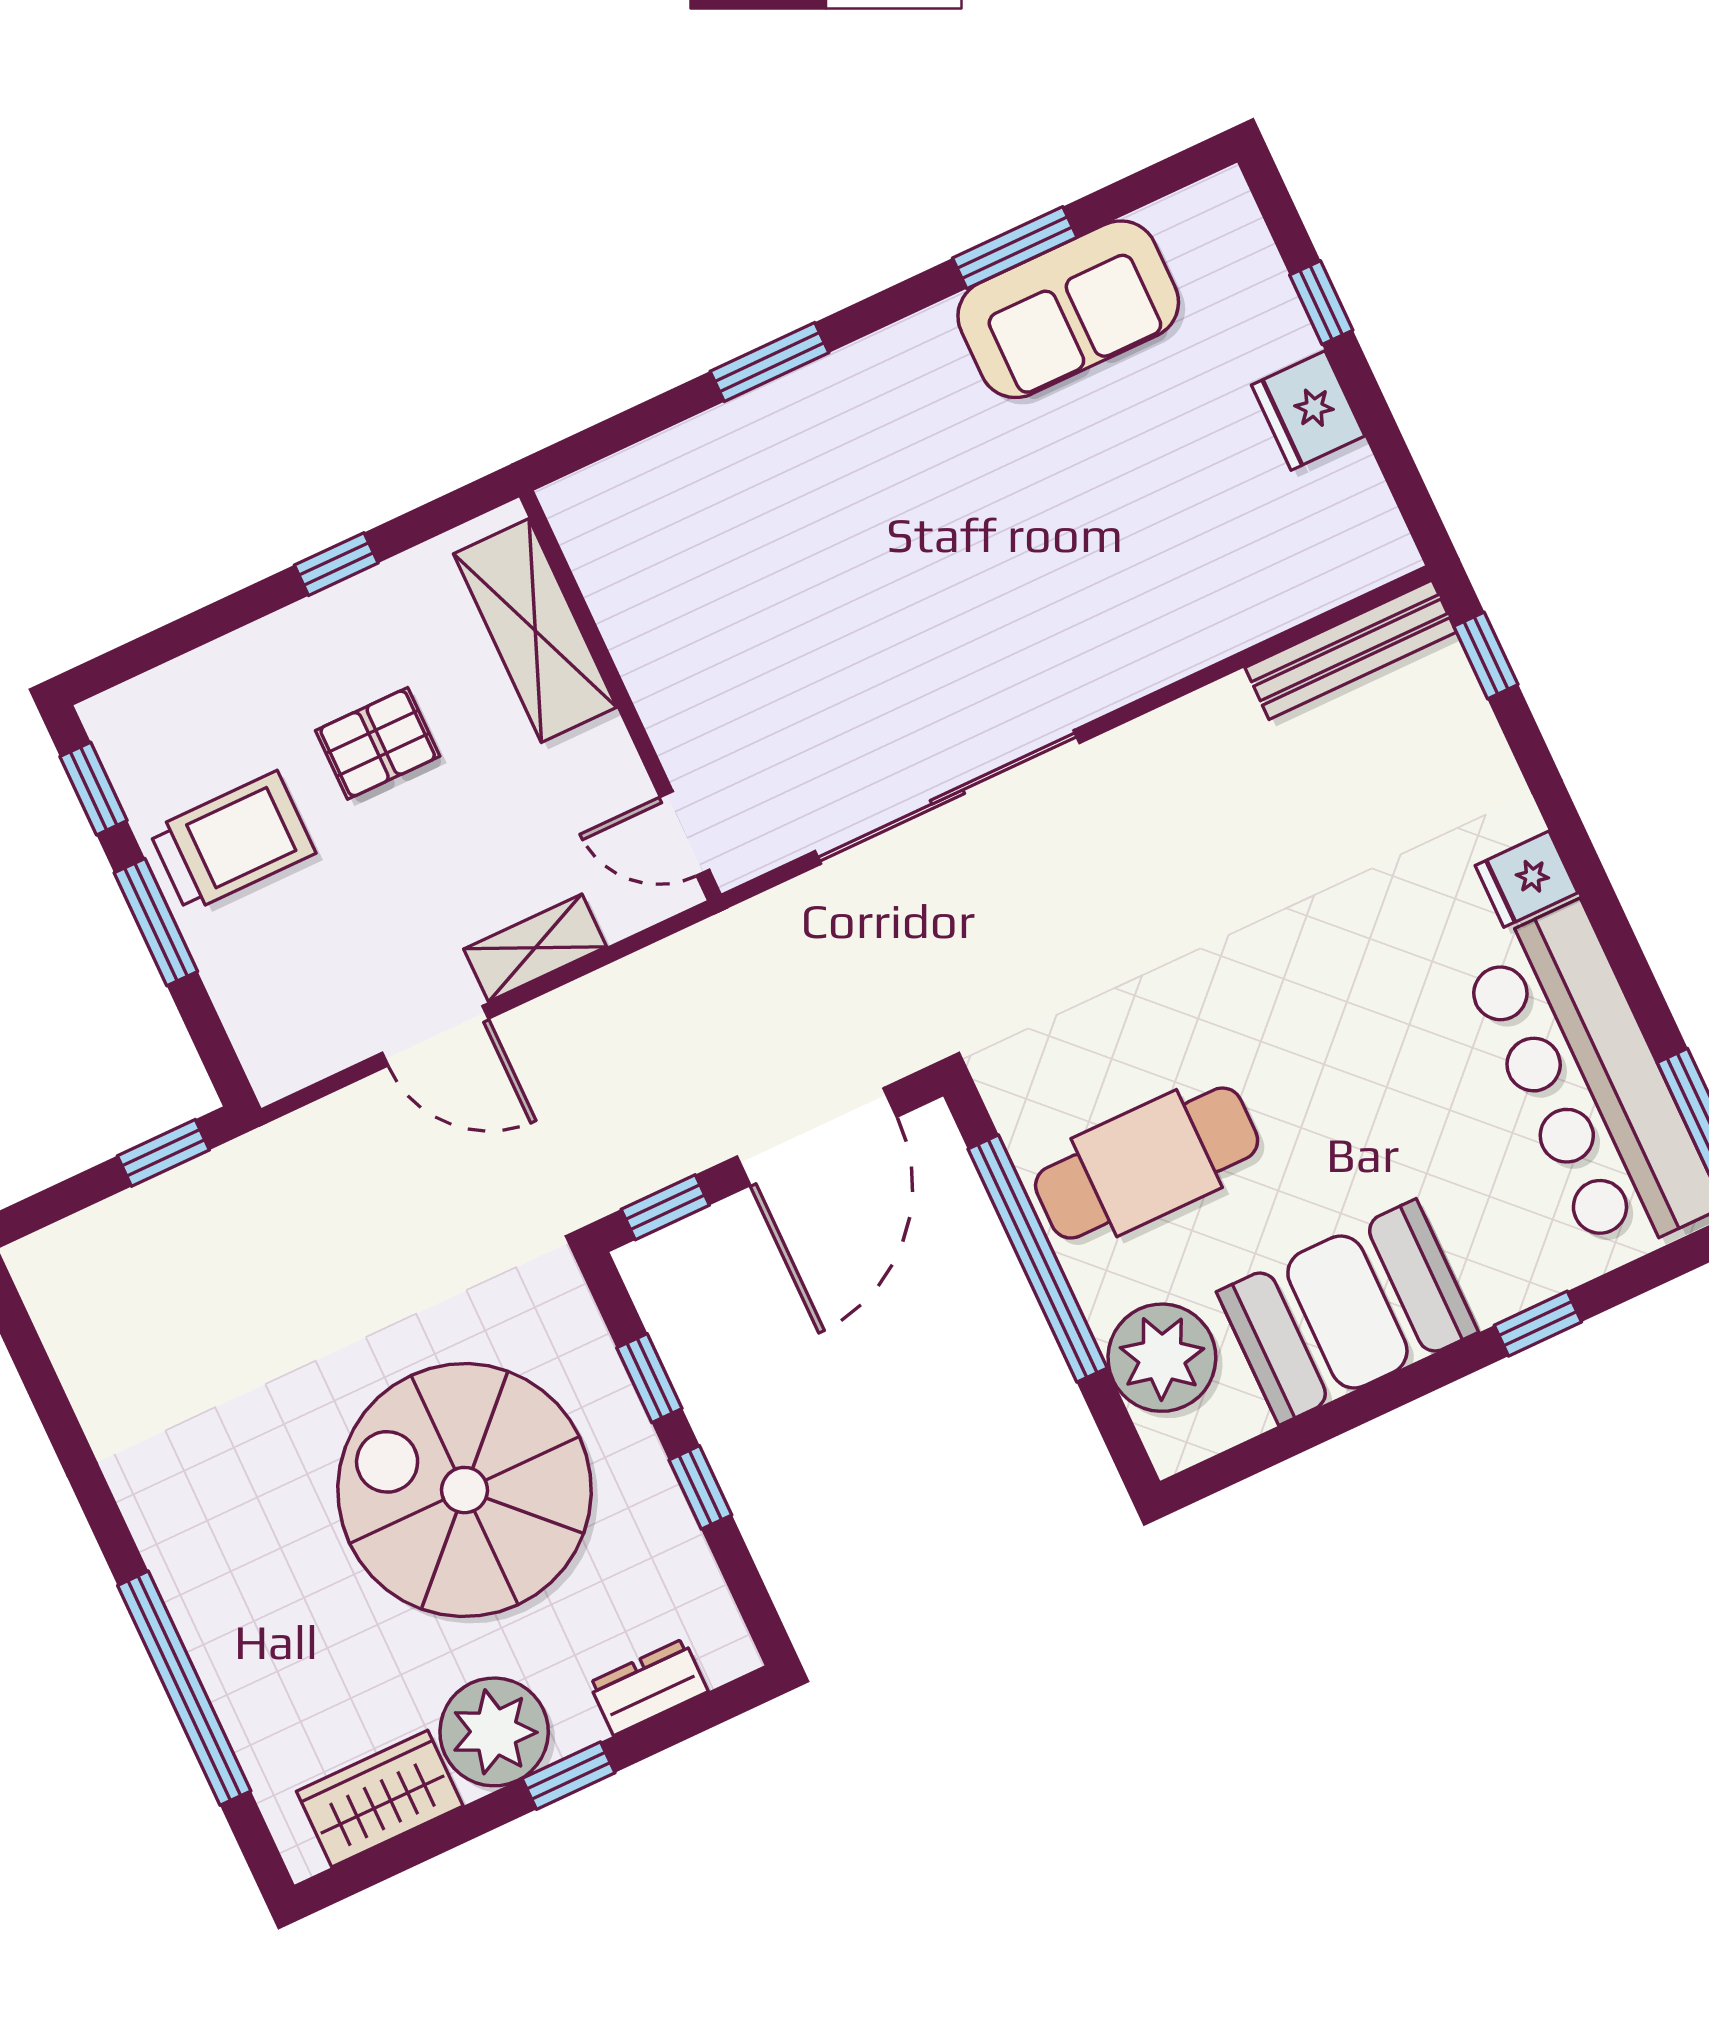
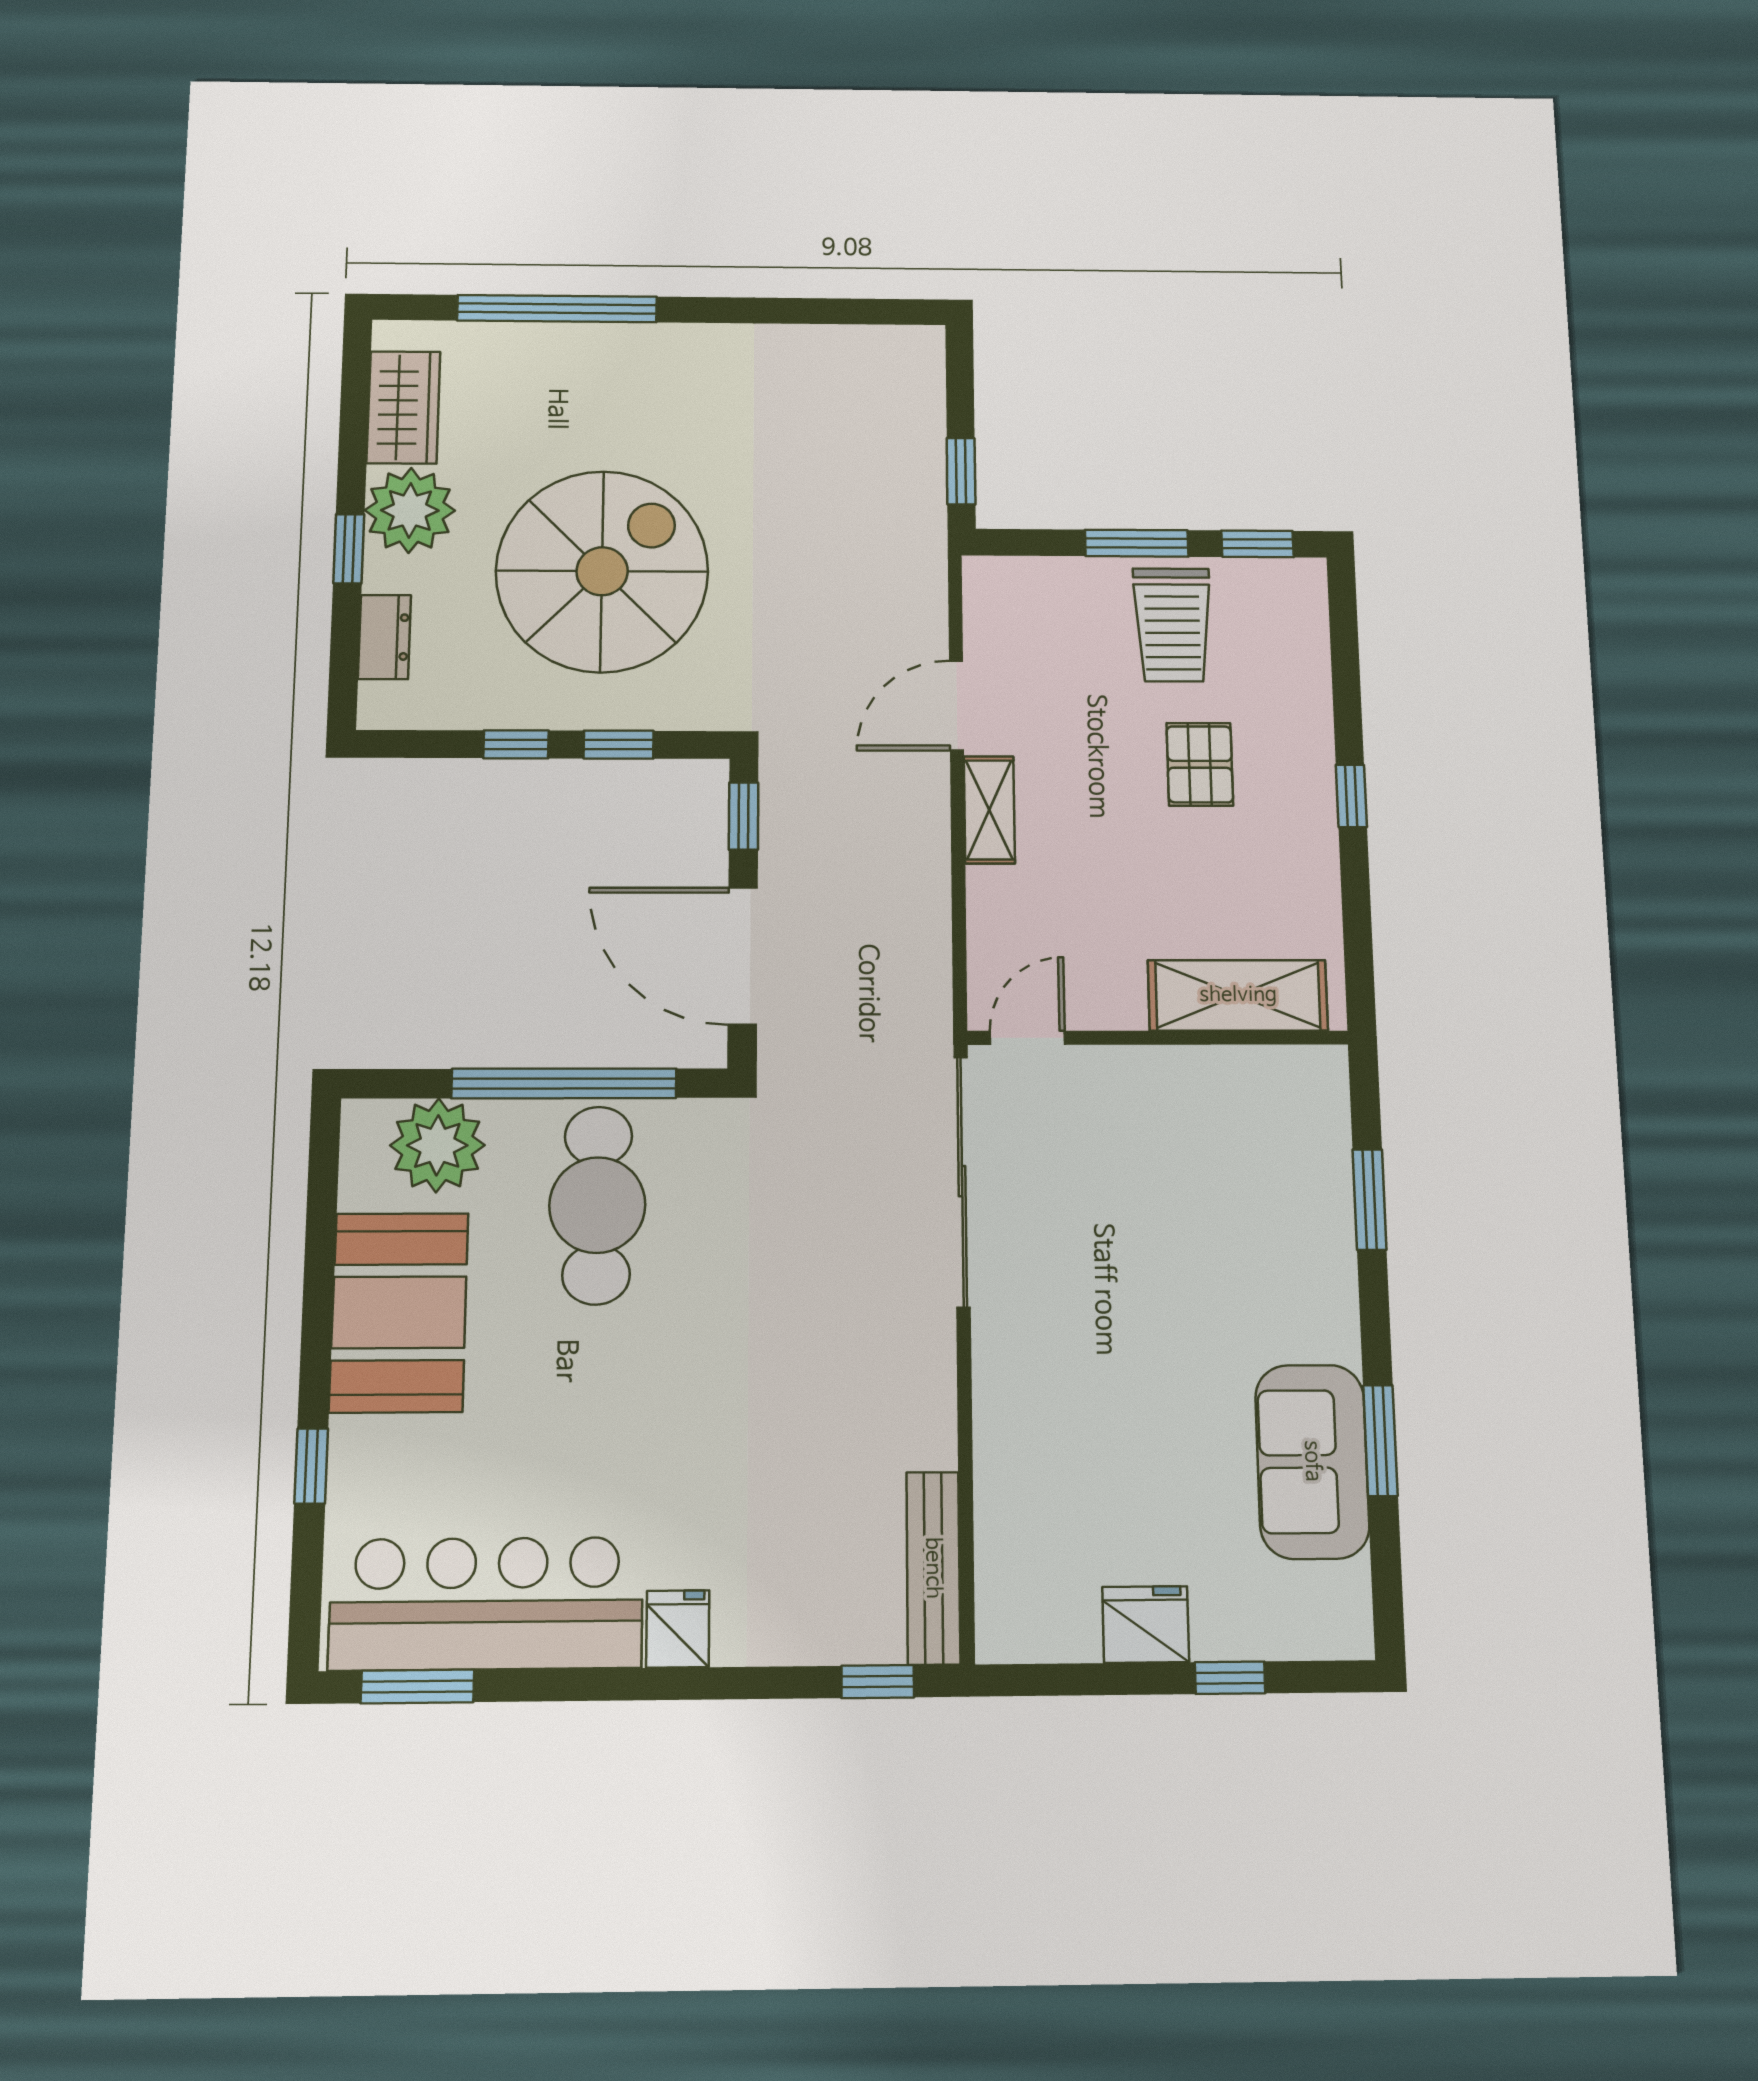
shelving: (535, 630) -> (1238, 995), moved
wall: (620, 695) -> (1158, 1038), moved
door: (685, 833) -> (1027, 1038), moved

